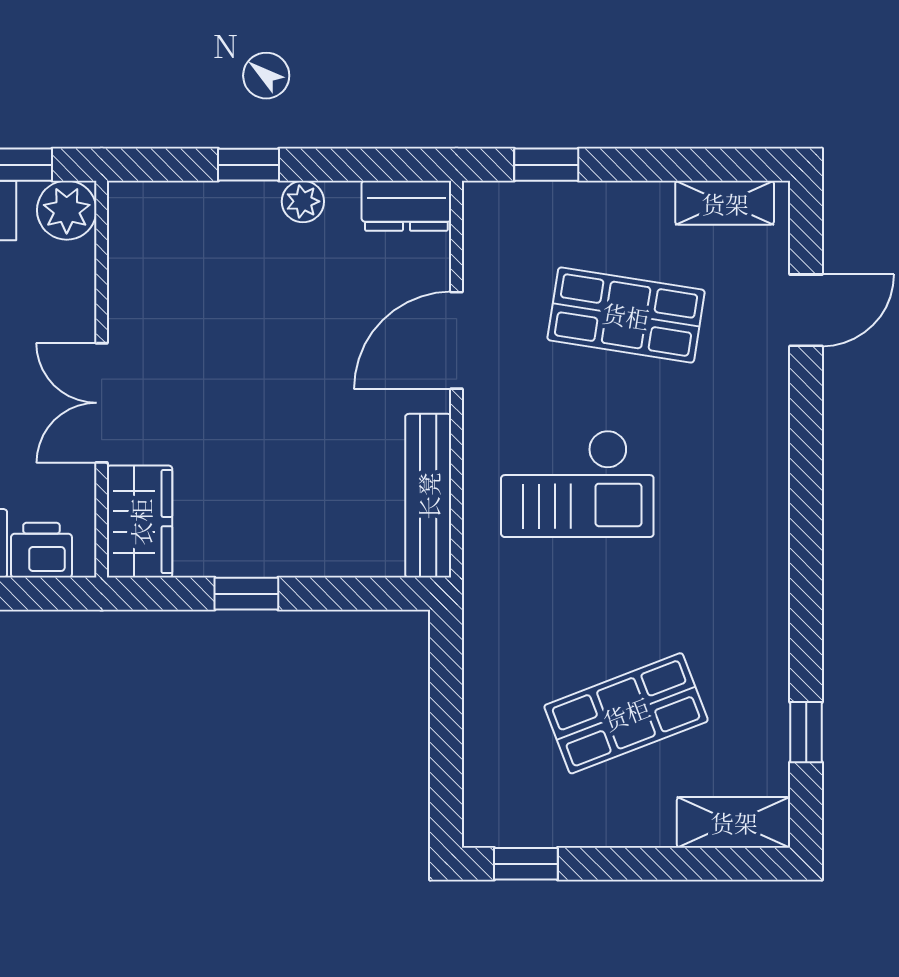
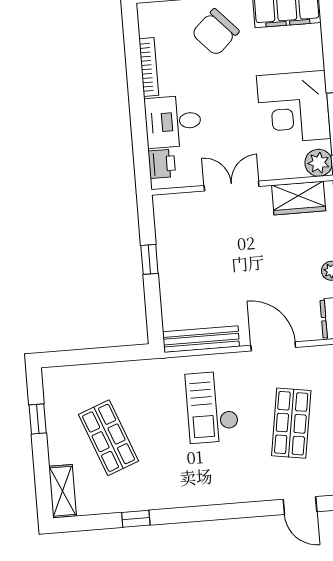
wardrobe: (140, 522) -> (299, 198), moved
window: (806, 732) -> (136, 519), moved
window: (526, 864) -> (38, 419), moved

